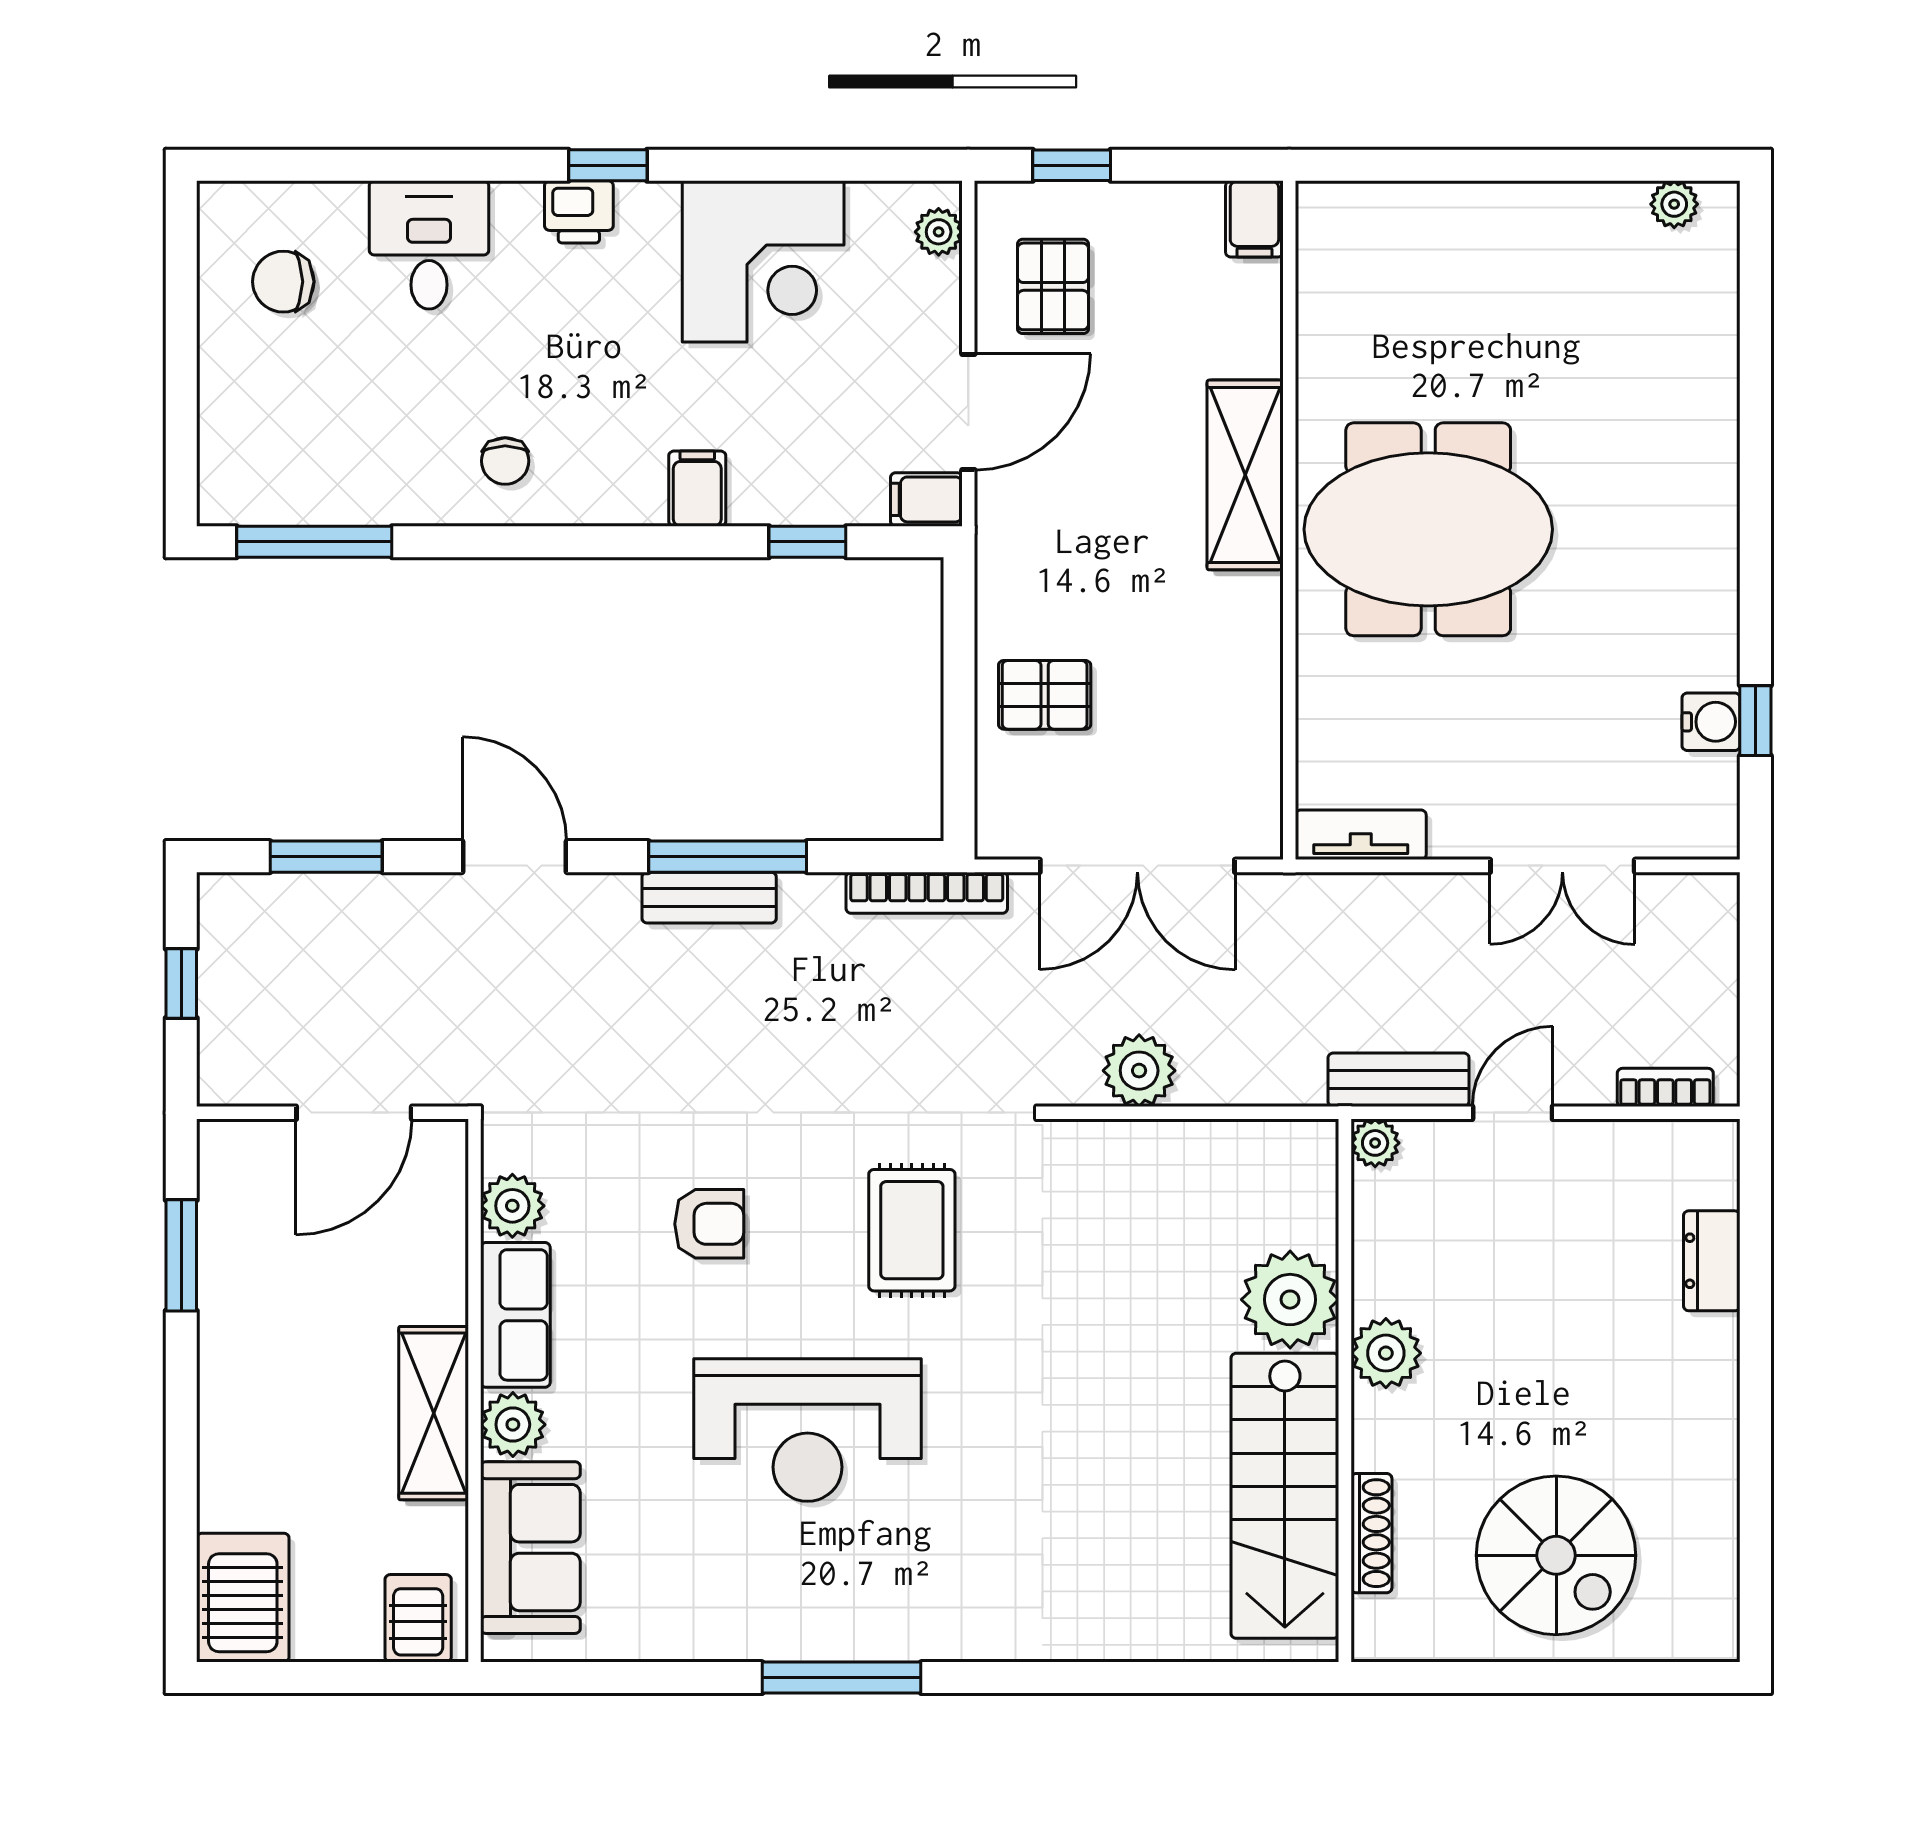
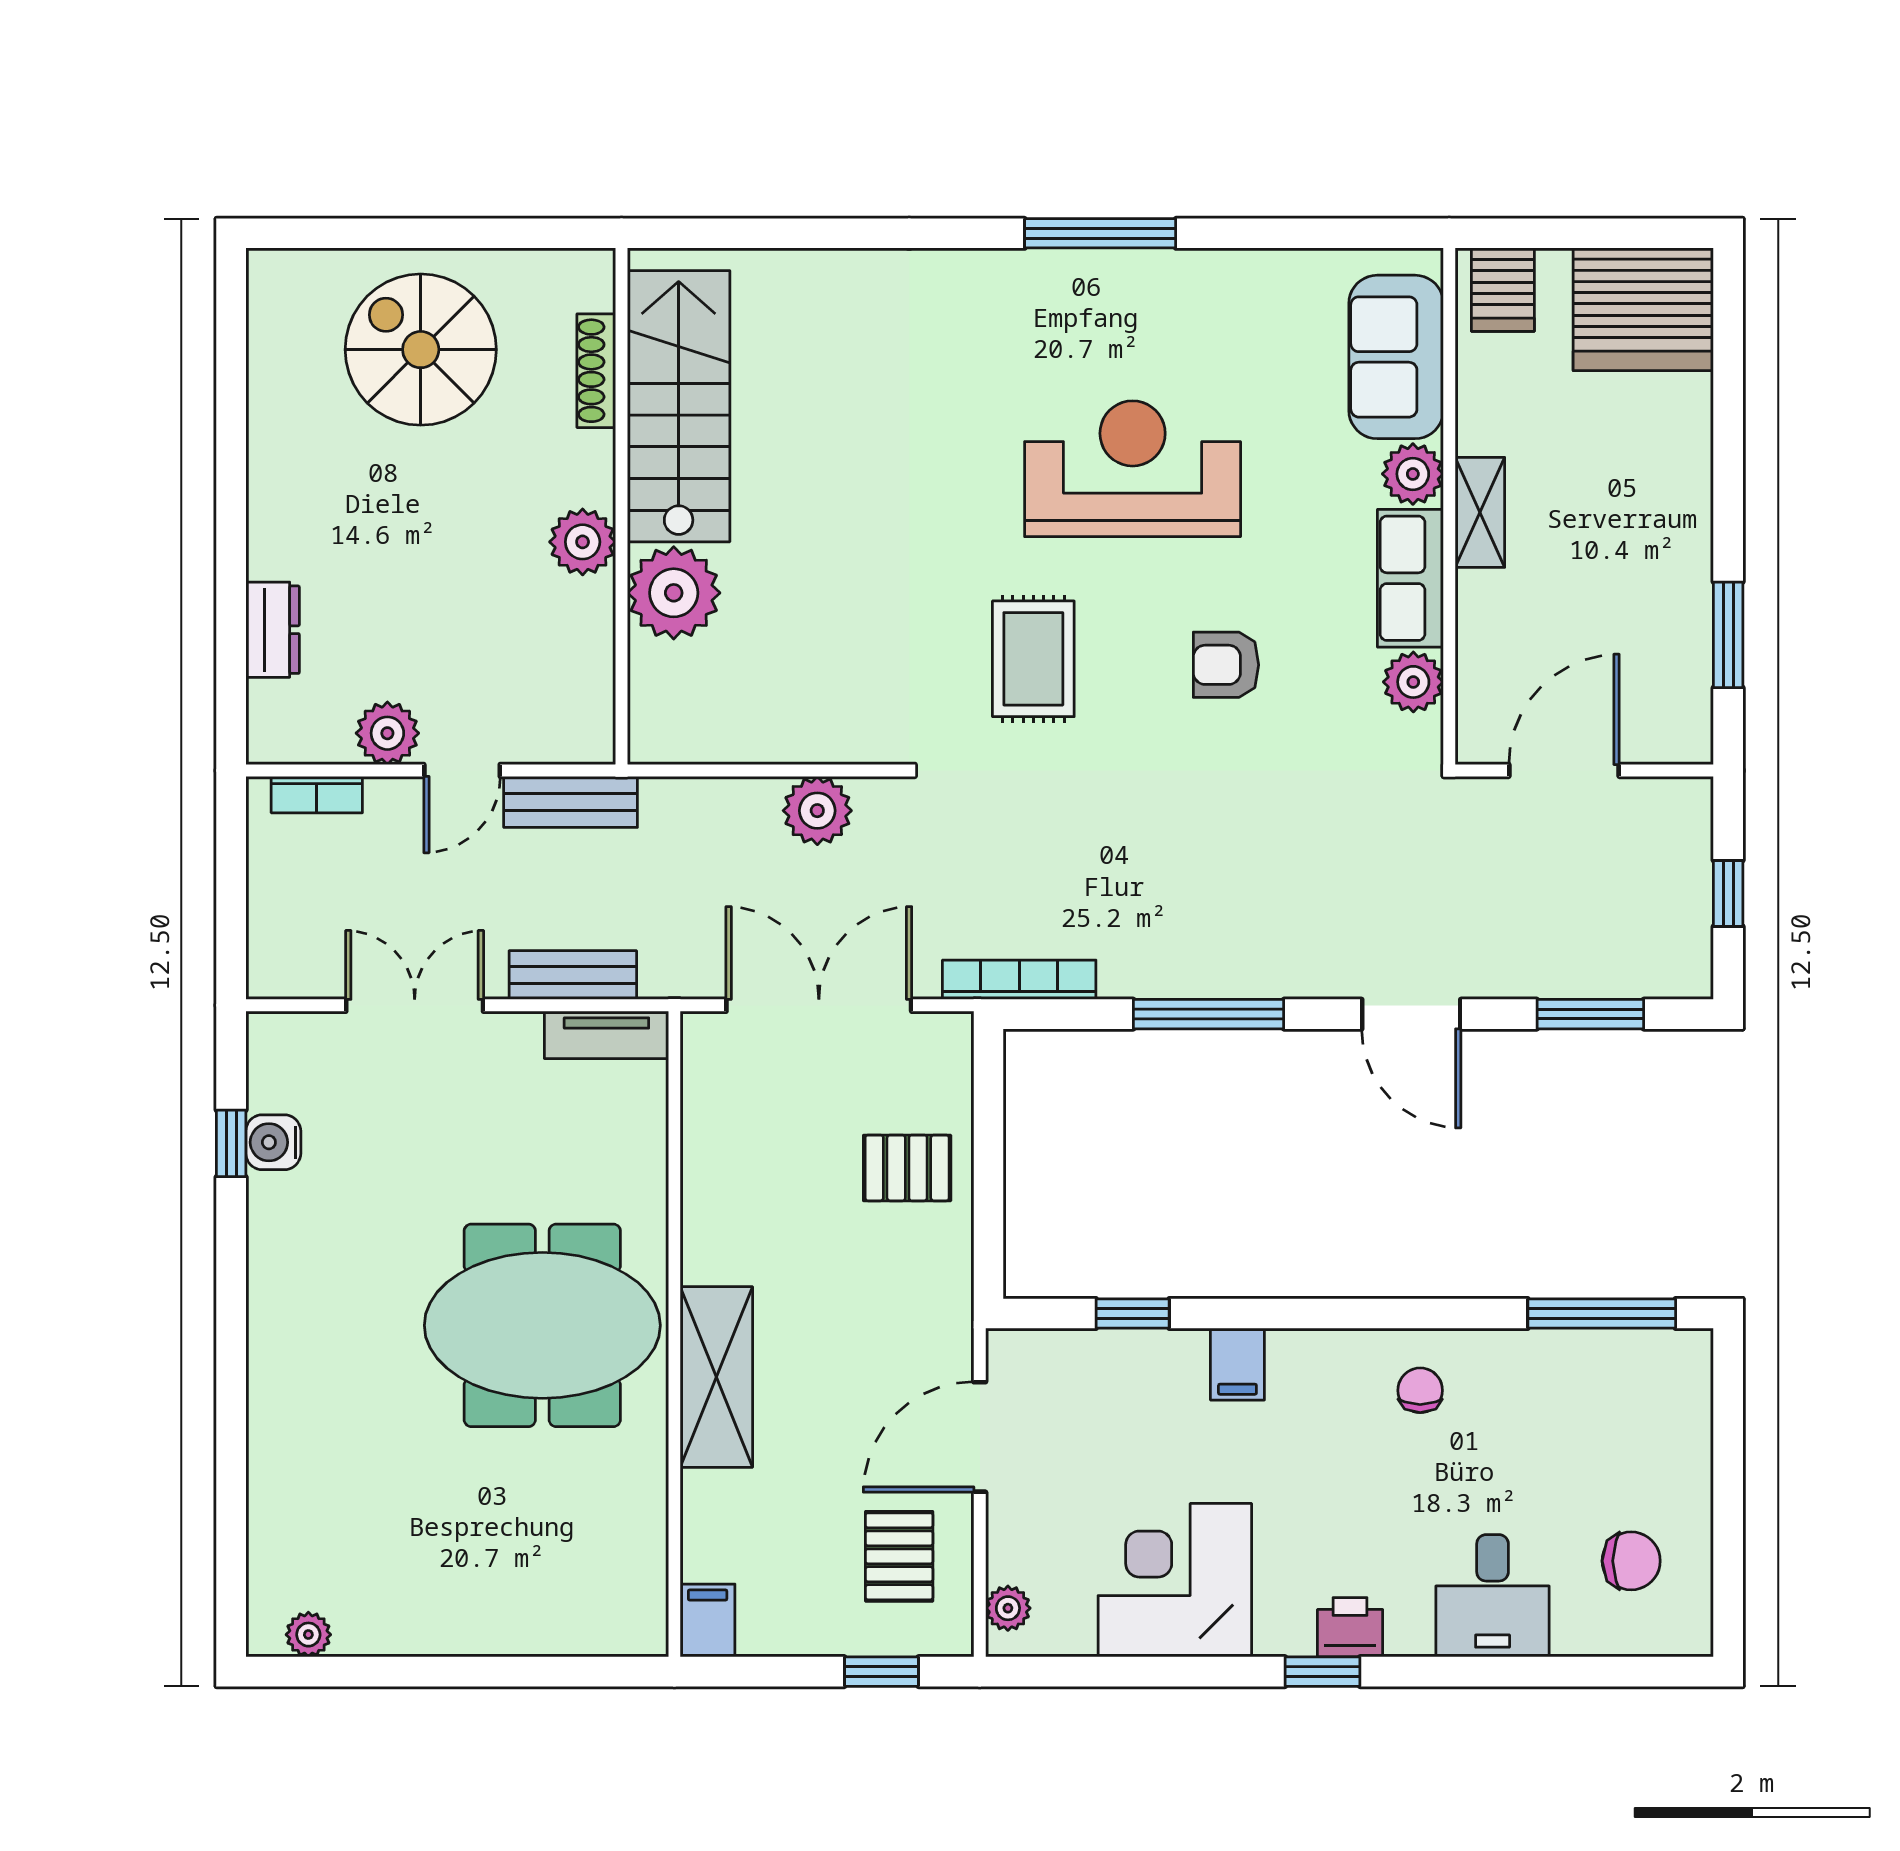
filing cabinet: (926, 499) -> (1020, 1354), removed
bench: (709, 898) -> (573, 975), moved
plant: (1375, 1143) -> (387, 733), moved, width x1.38, depth x1.38
shelving: (434, 1413) -> (1480, 512), width x0.67, depth x0.75
server rack: (243, 1598) -> (1643, 309), width x1.60

